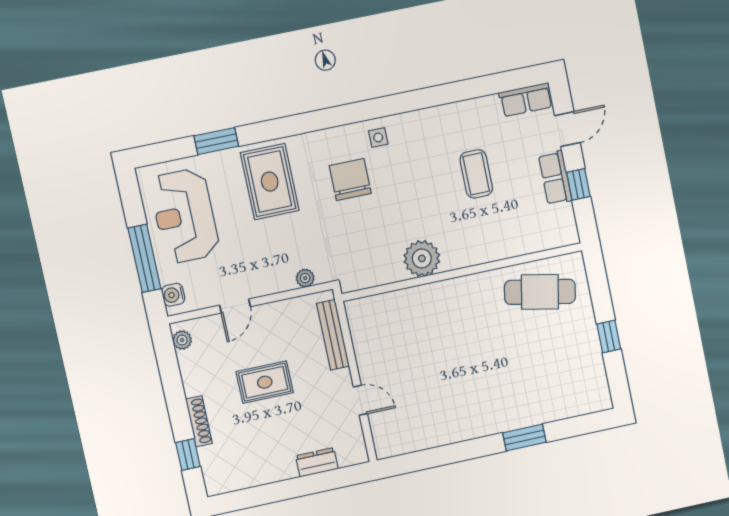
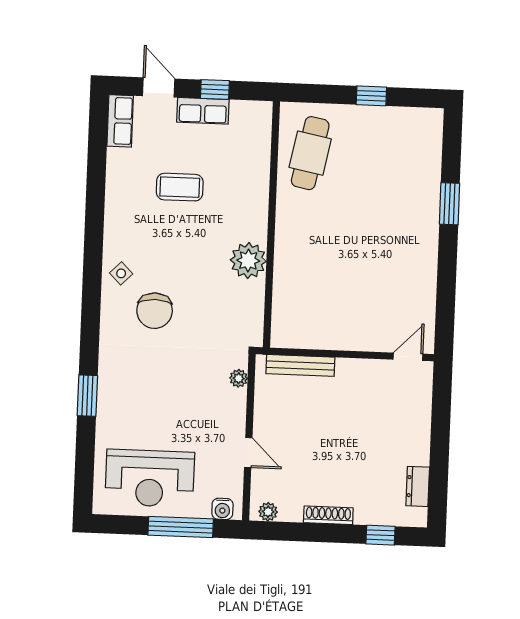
side table: (378, 137) -> (121, 273), turned 45
window: (216, 141) -> (87, 396), moved
chair: (350, 179) -> (155, 311), turned -90
rug: (270, 182) -> (137, 389), removed
rug: (265, 382) -> (329, 443), removed
door: (360, 400) -> (408, 357), moved
shoe rack: (199, 421) -> (328, 515), moved
dresser: (317, 462) -> (418, 486), moved

